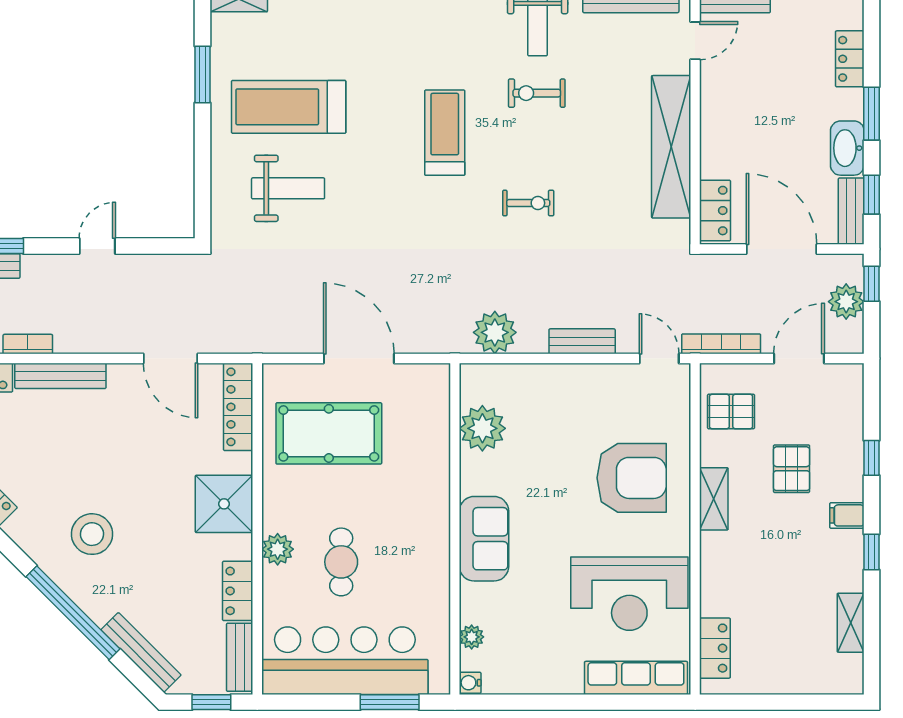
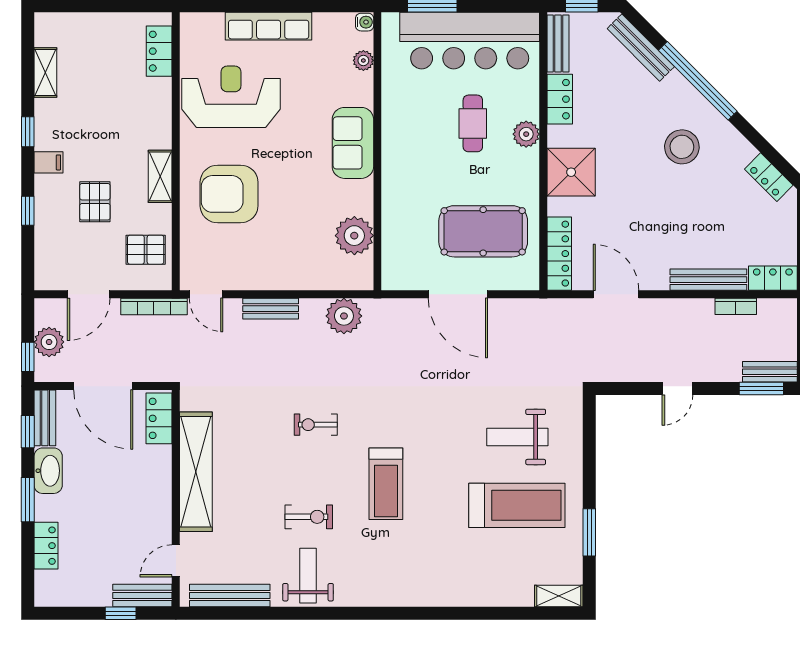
row of seats: (636, 678) -> (269, 26), moved

